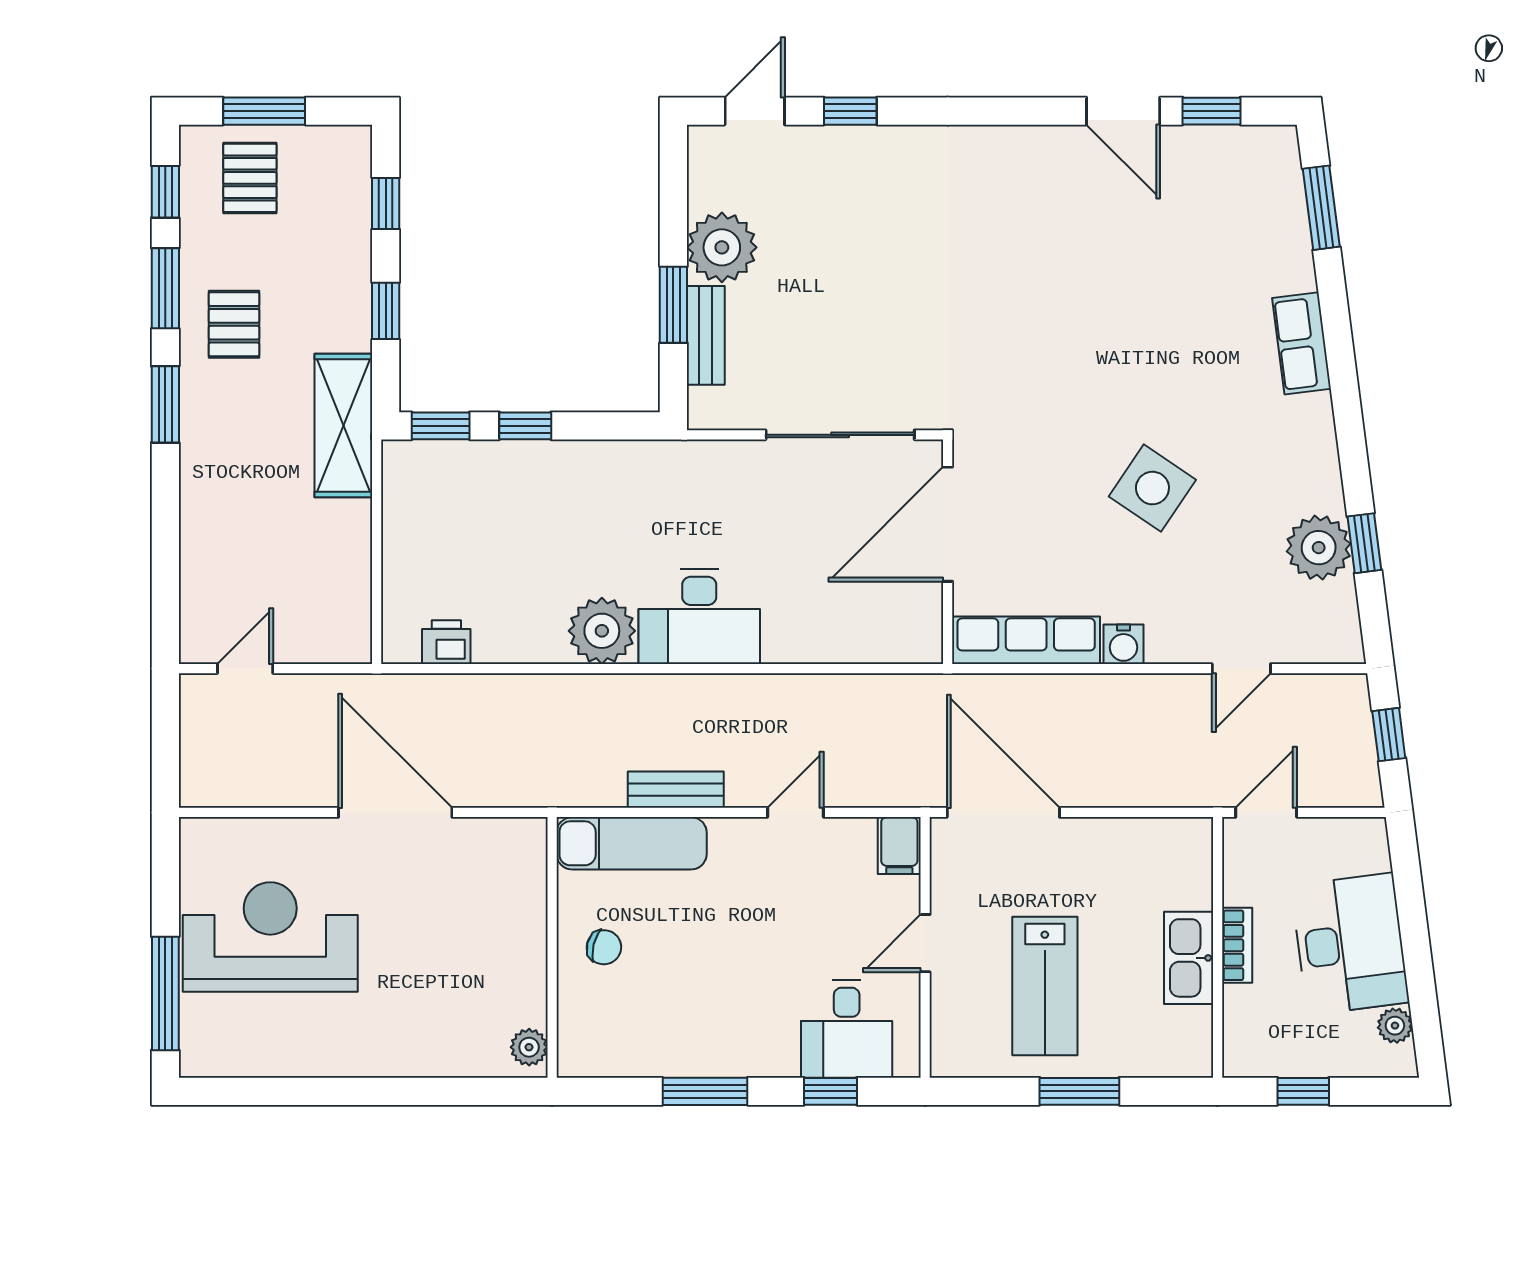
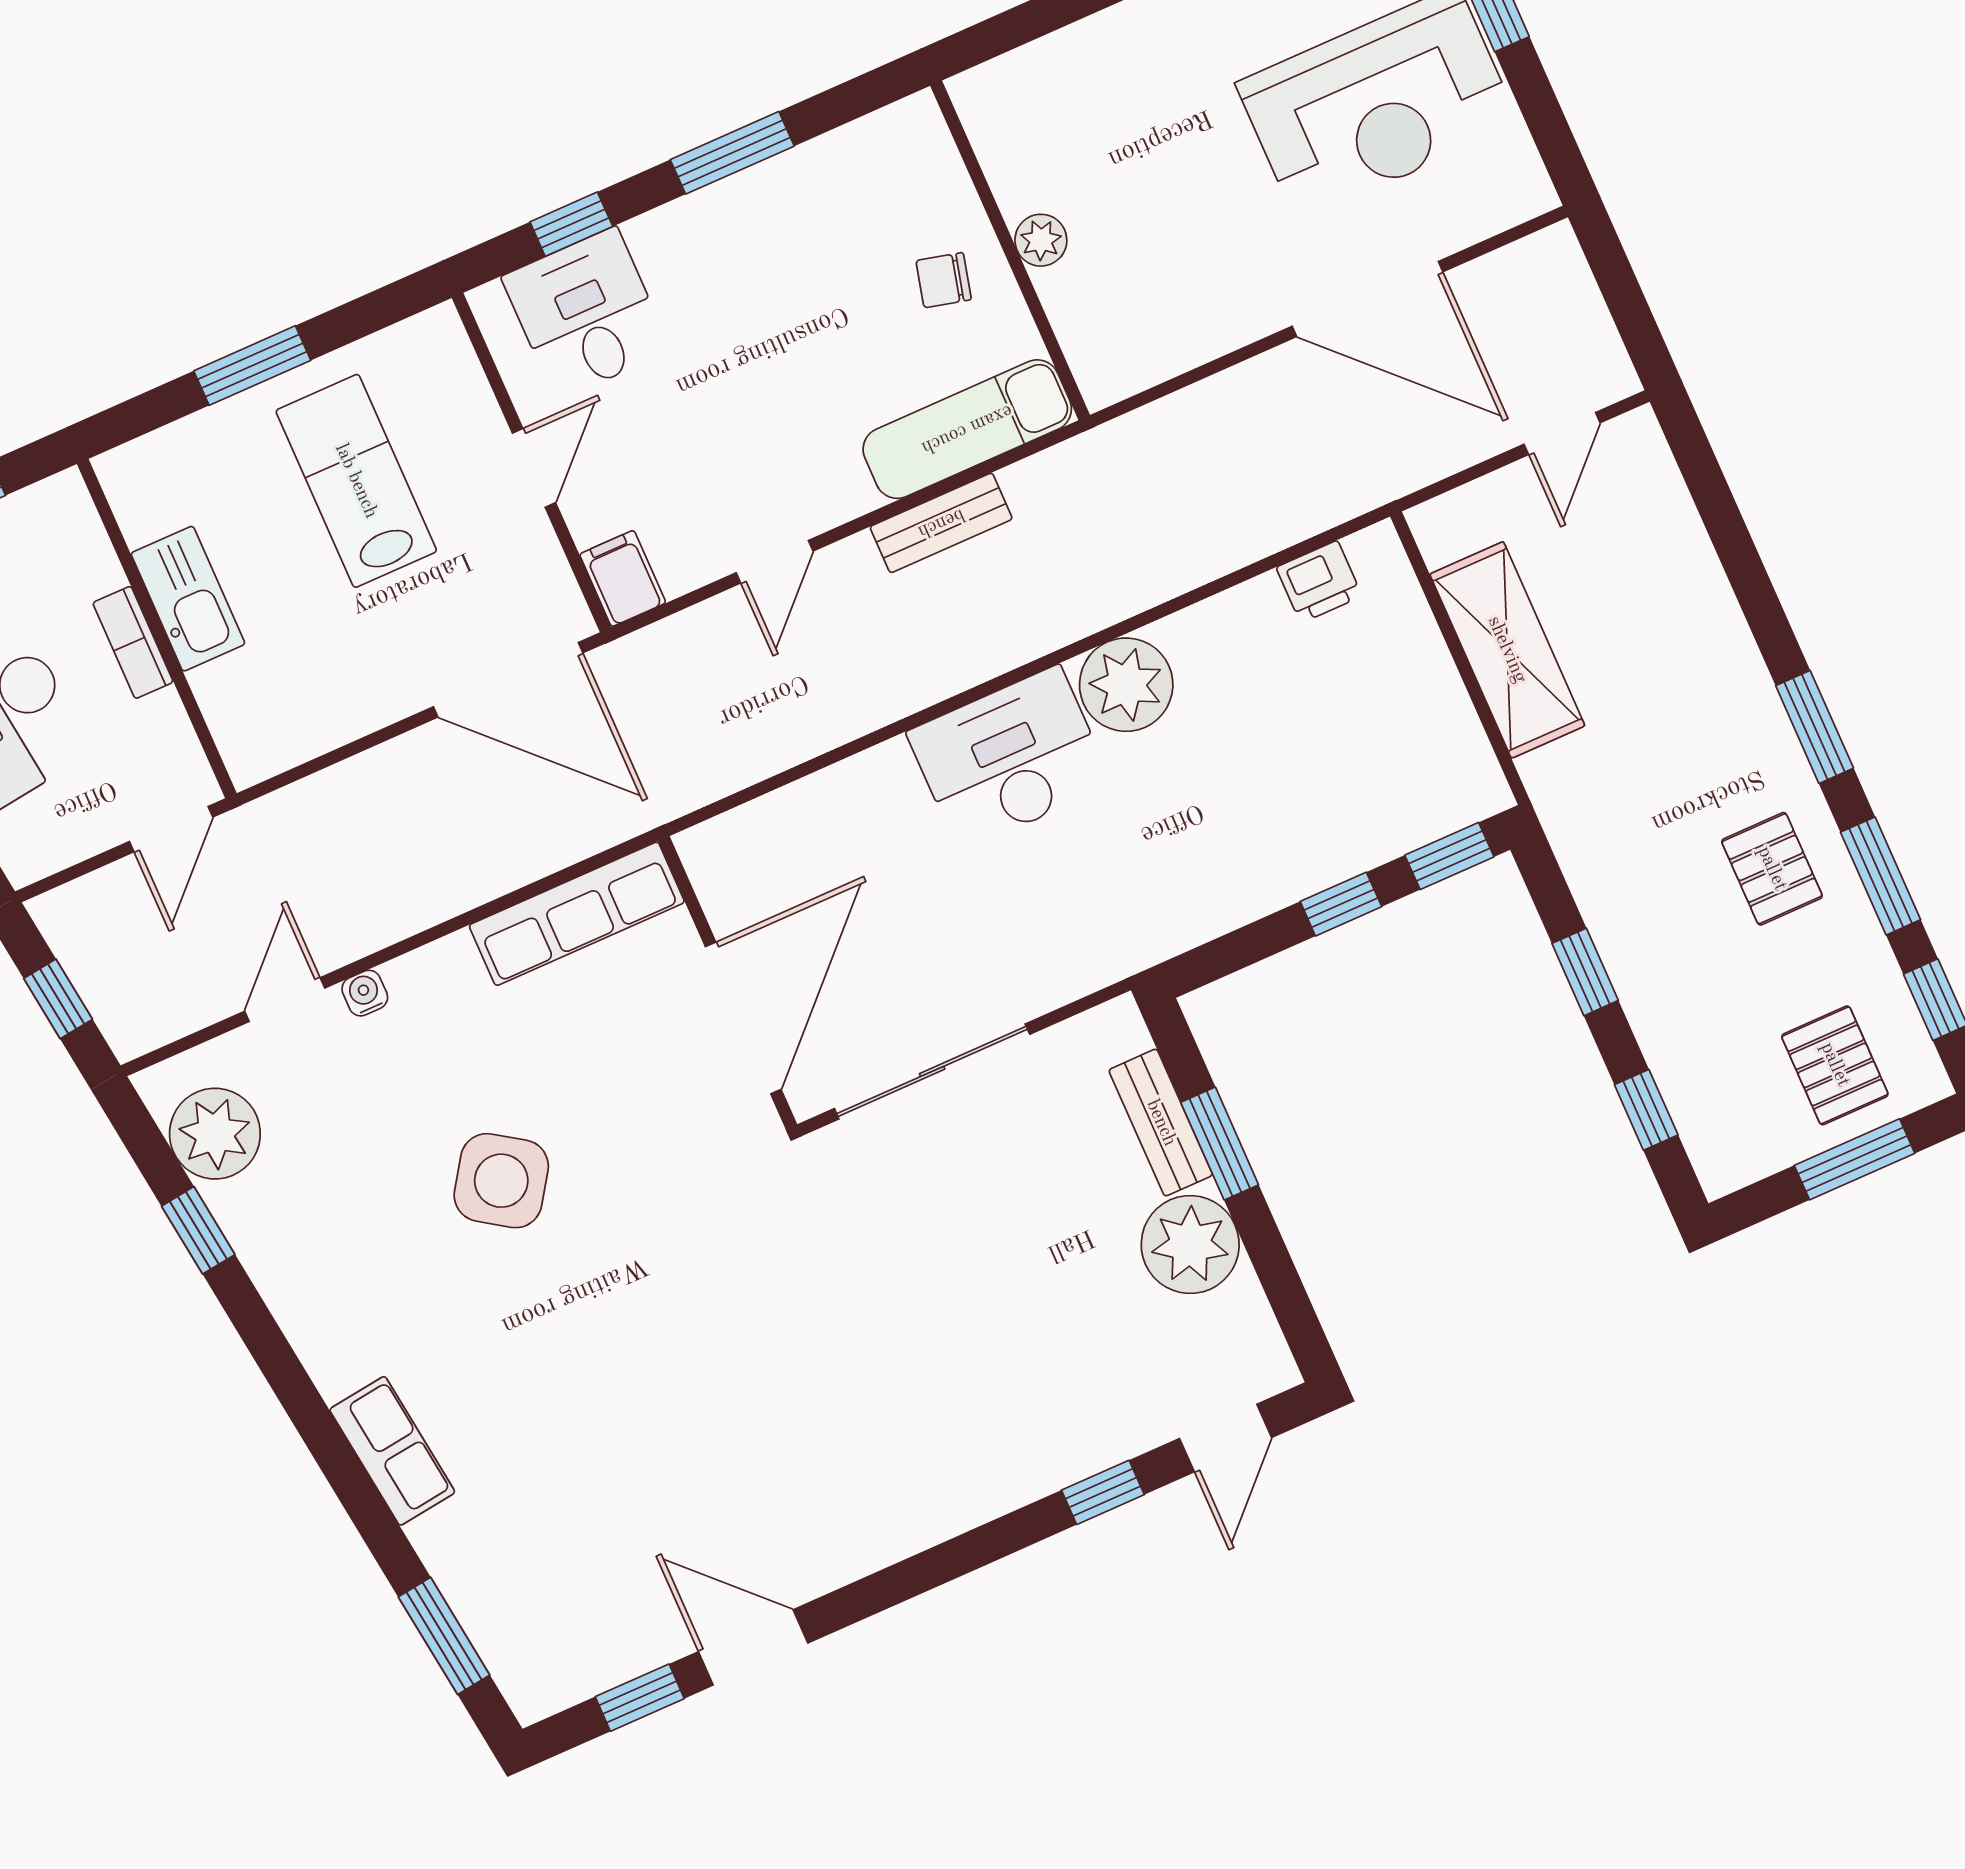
shelving: (343, 425) -> (1507, 650), moved
plant: (1319, 548) -> (215, 1134), moved
water cooler: (1123, 644) -> (365, 993), moved, width x0.72, depth x0.72
door: (395, 812) -> (1368, 299), moved
plant: (529, 1047) -> (1041, 240), moved

